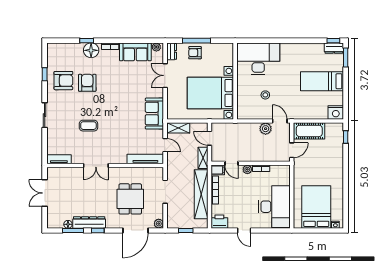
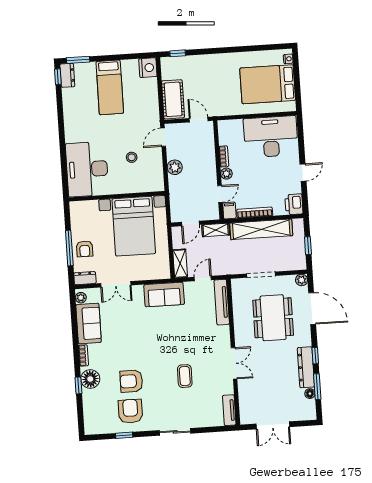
plant: (266, 129) -> (175, 167), moved
dining table: (130, 199) -> (273, 318), width x1.37

